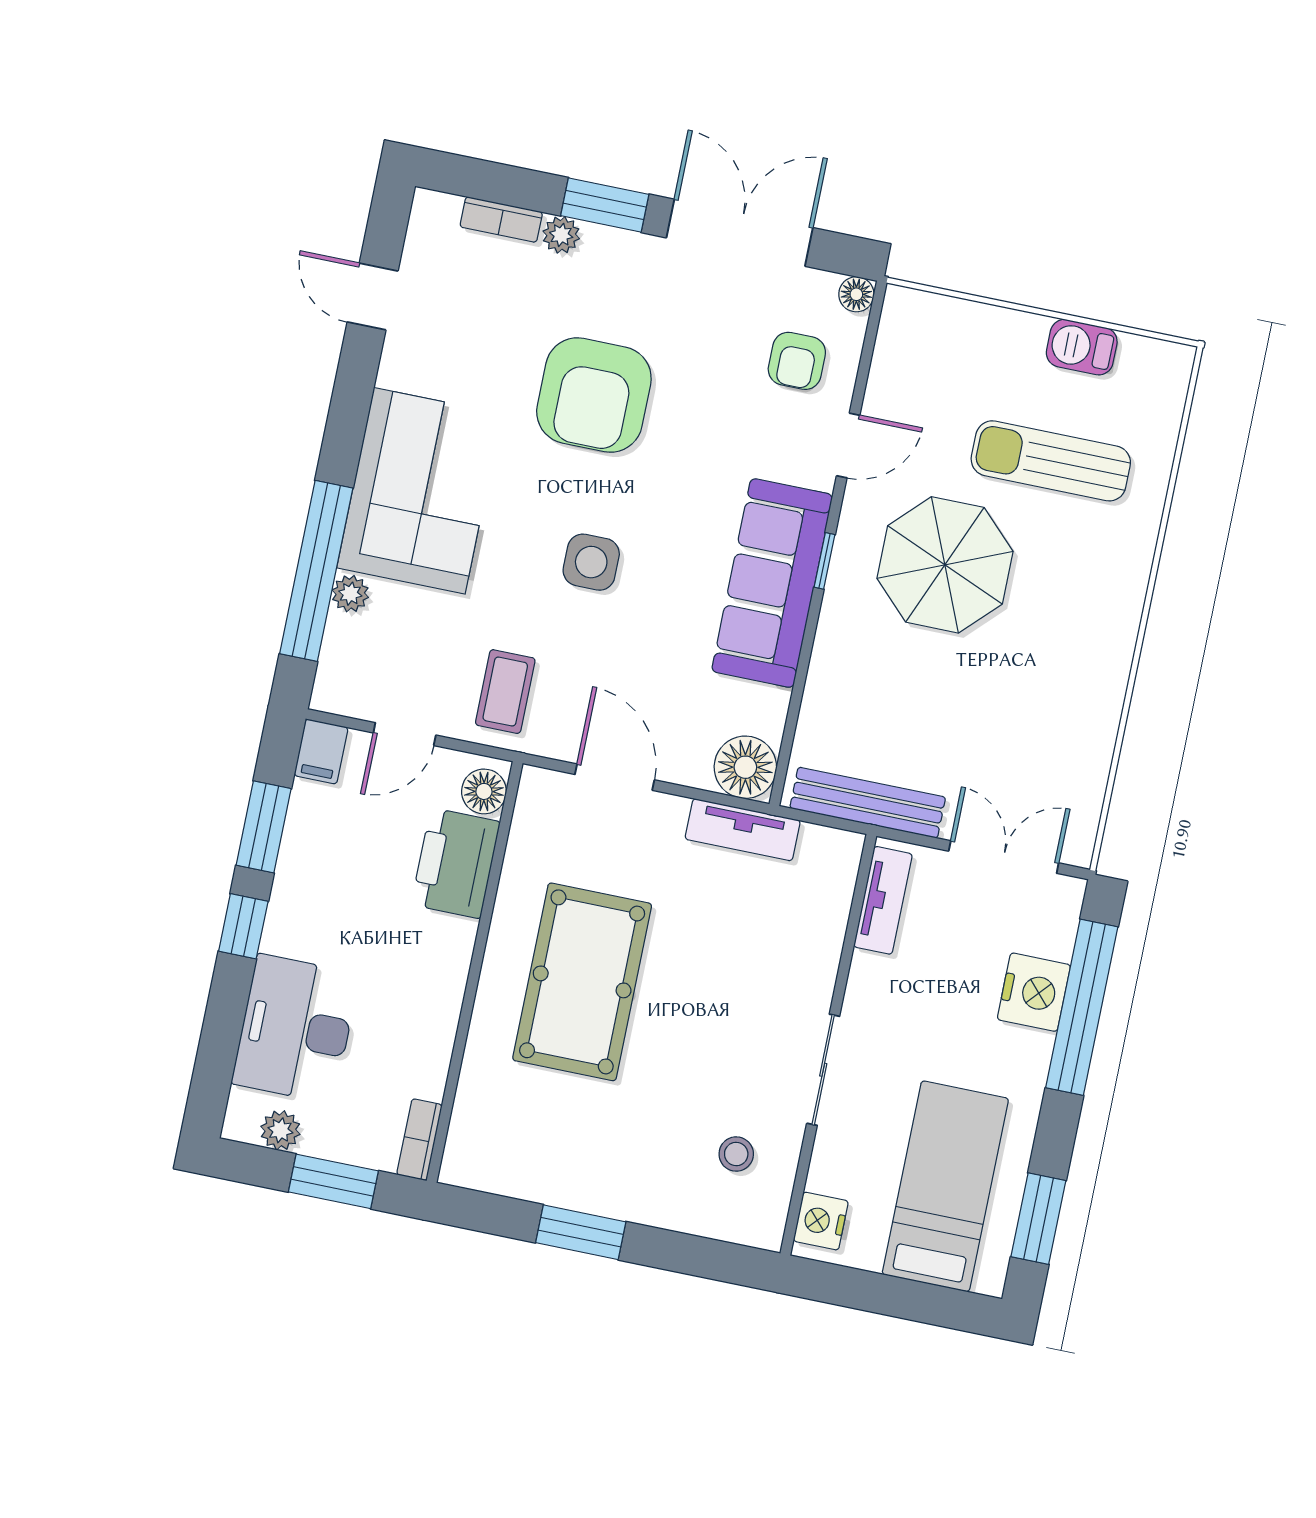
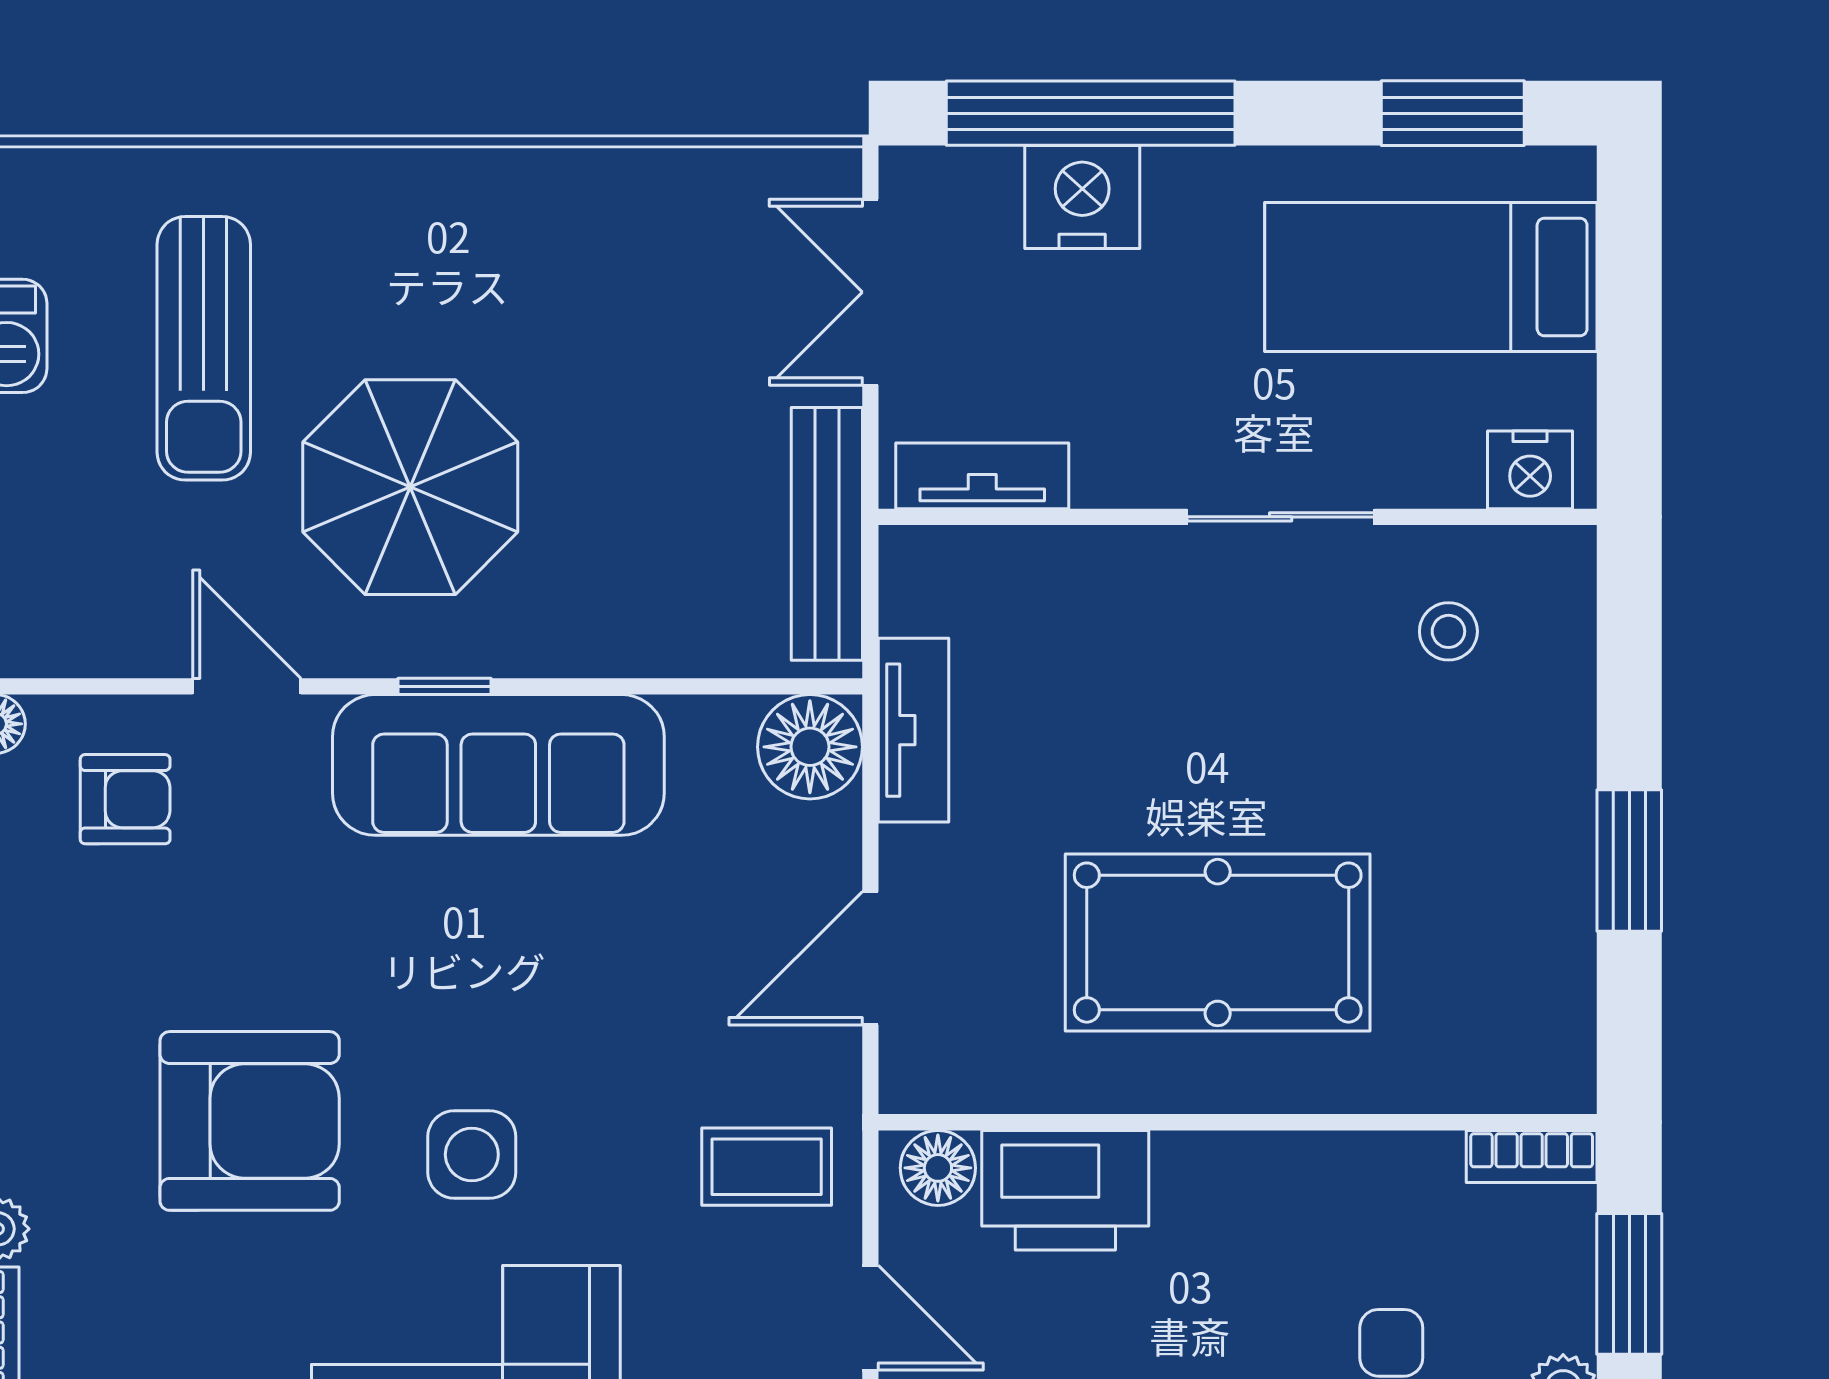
side table: (591, 562) -> (472, 1155), moved

